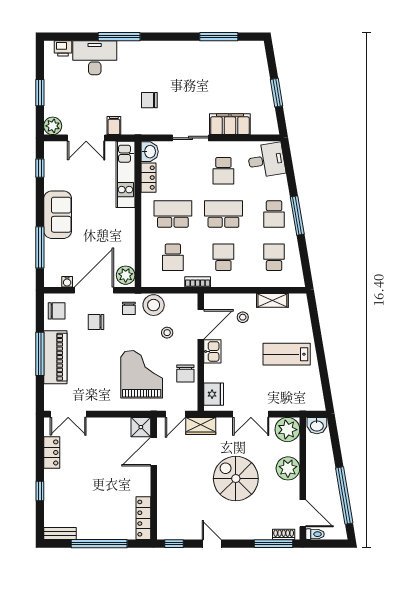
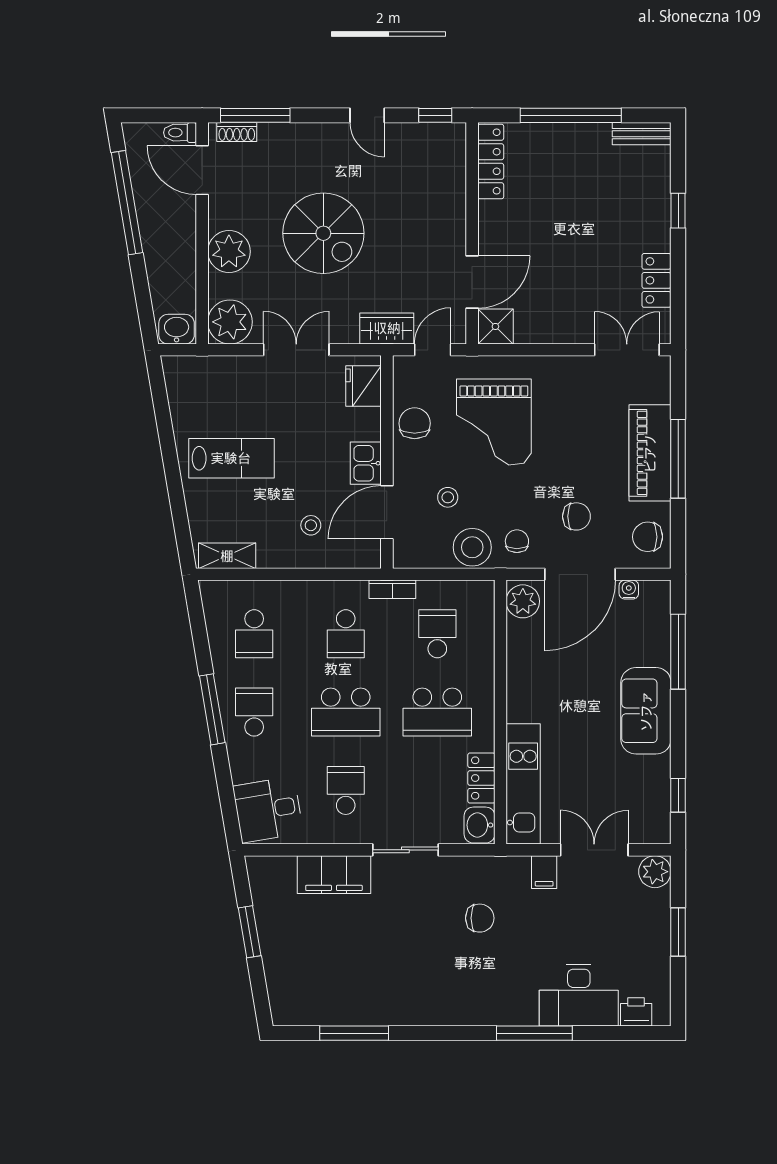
shelving: (272, 300) -> (227, 556), moved

